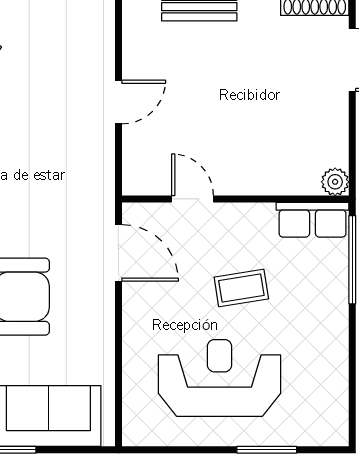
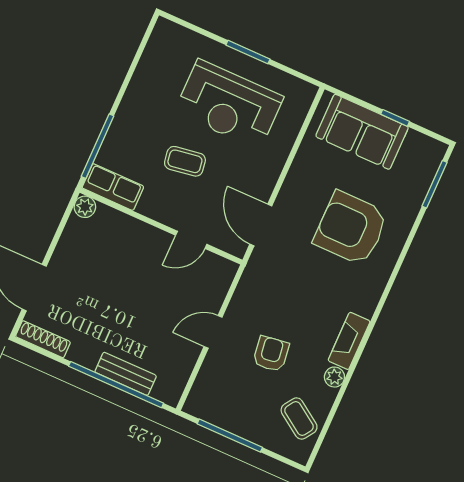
armchair: (39, 107) -> (271, 354), added
door: (193, 199) -> (191, 240), hinge flipped
window: (267, 450) -> (248, 52), moved

